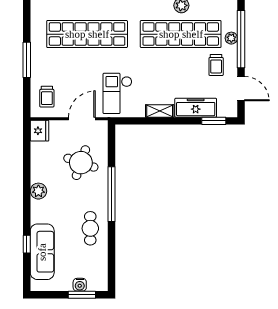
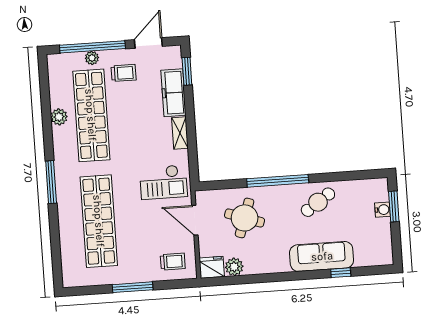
plant: (38, 191) -> (234, 267), moved
cafe table: (90, 228) -> (318, 202), turned -34
sofa: (42, 252) -> (322, 256), moved

